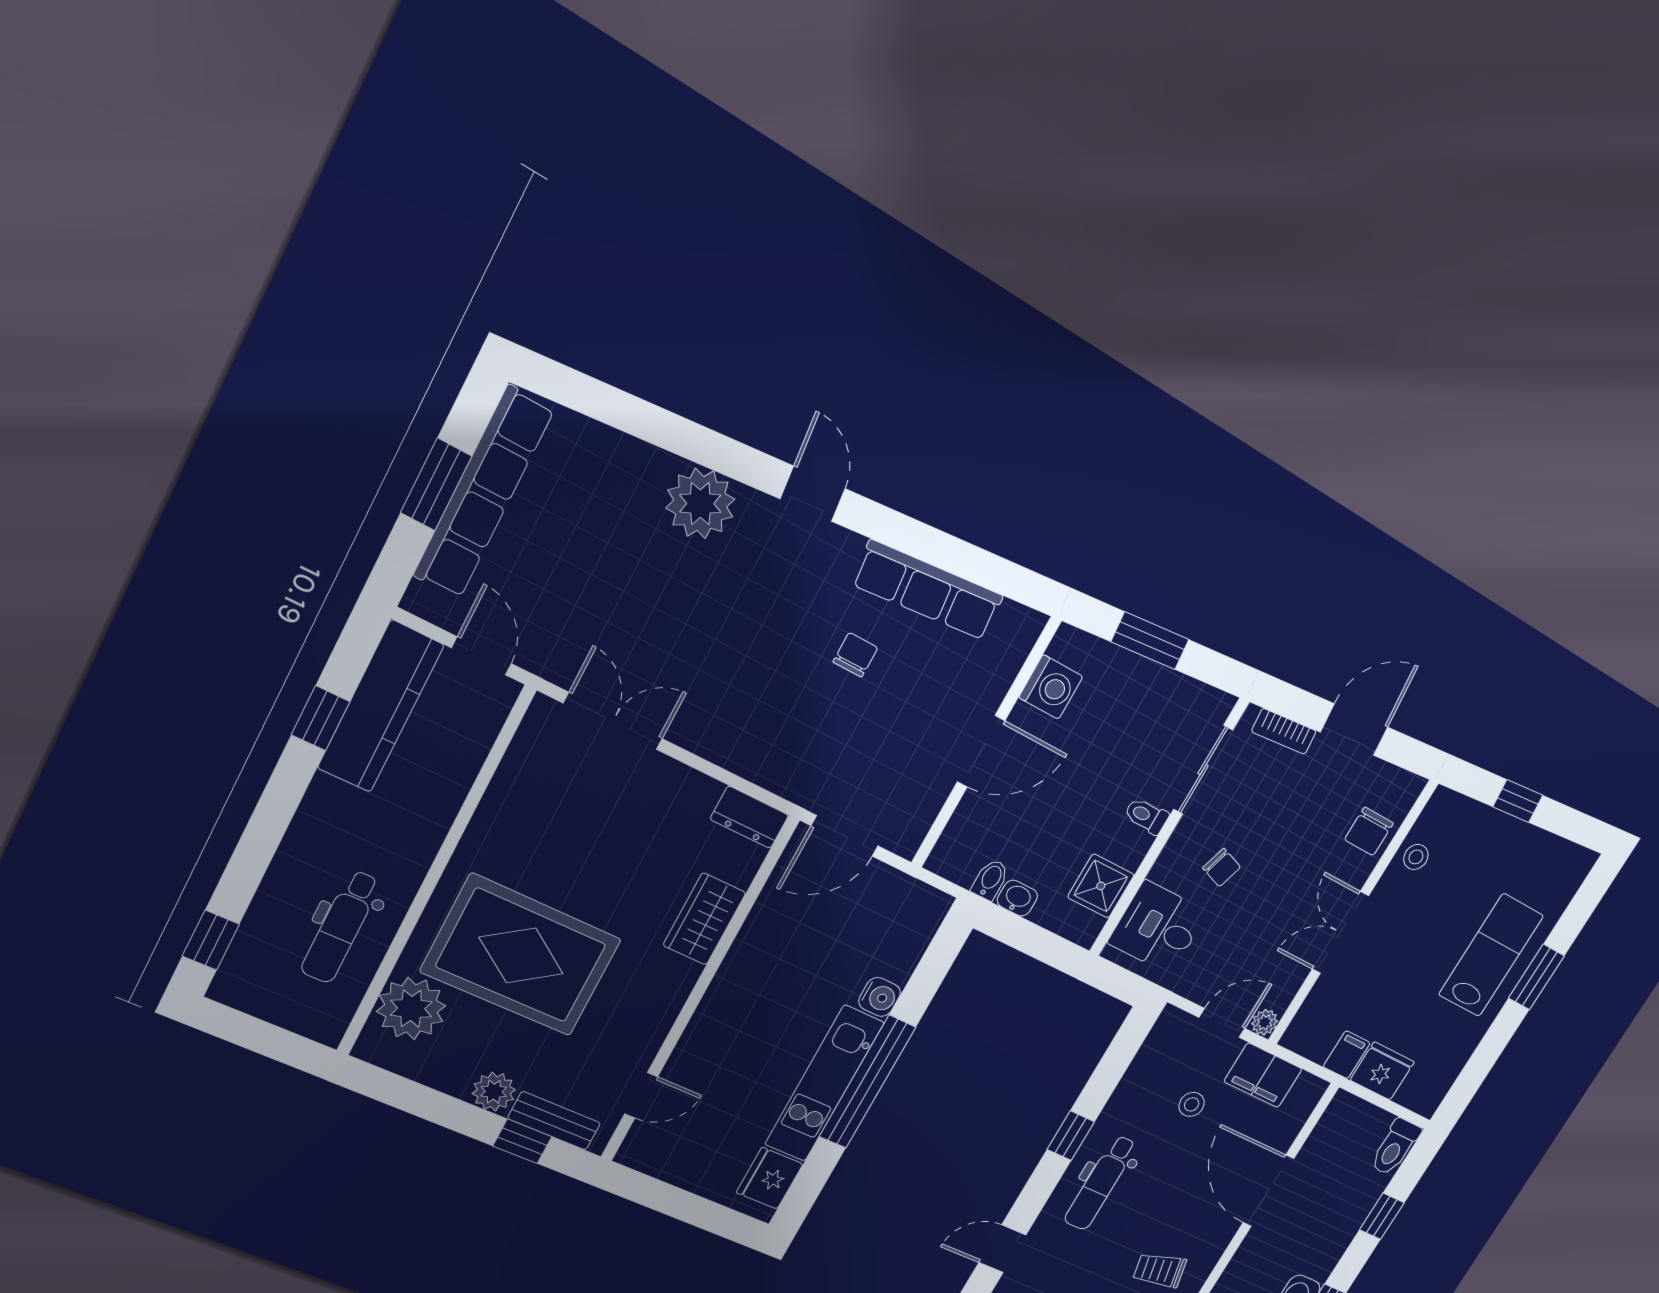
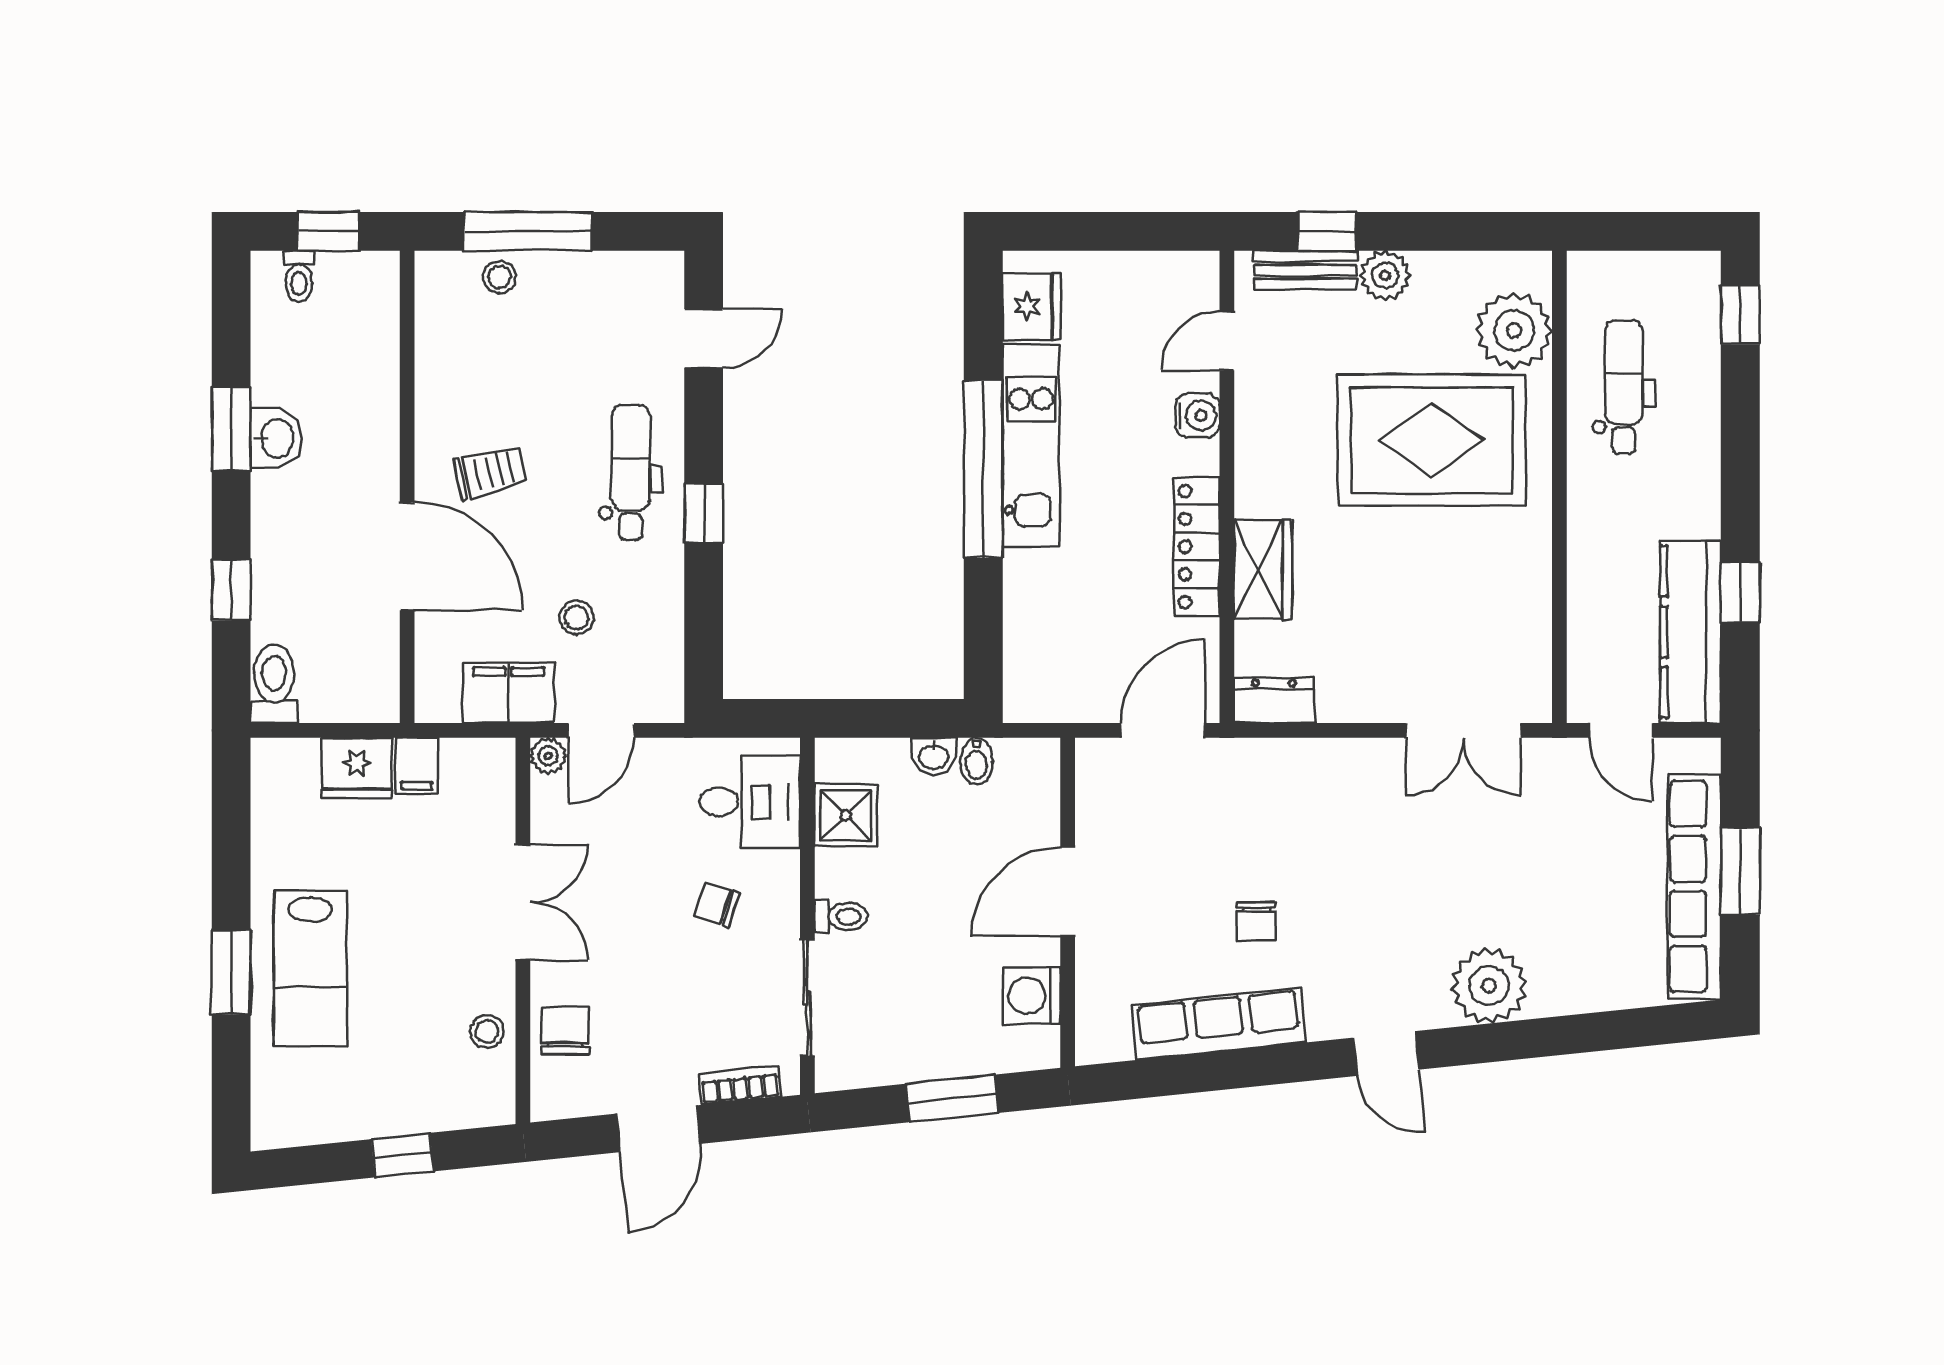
locker: (745, 958) -> (1197, 547), added
water cooler: (880, 997) -> (1197, 416), moved, turned 180
trolley: (1160, 1270) -> (490, 472), moved

